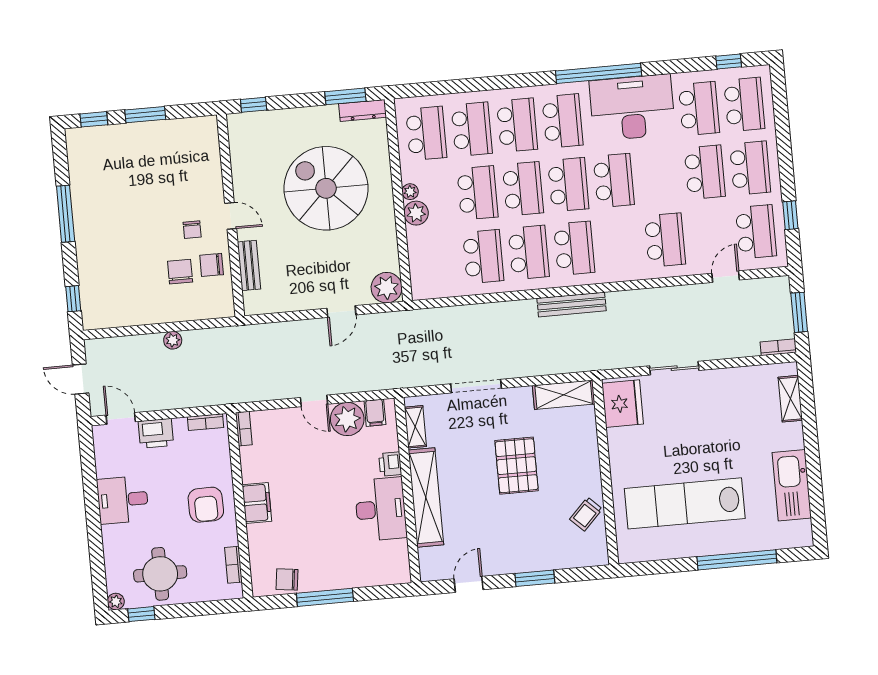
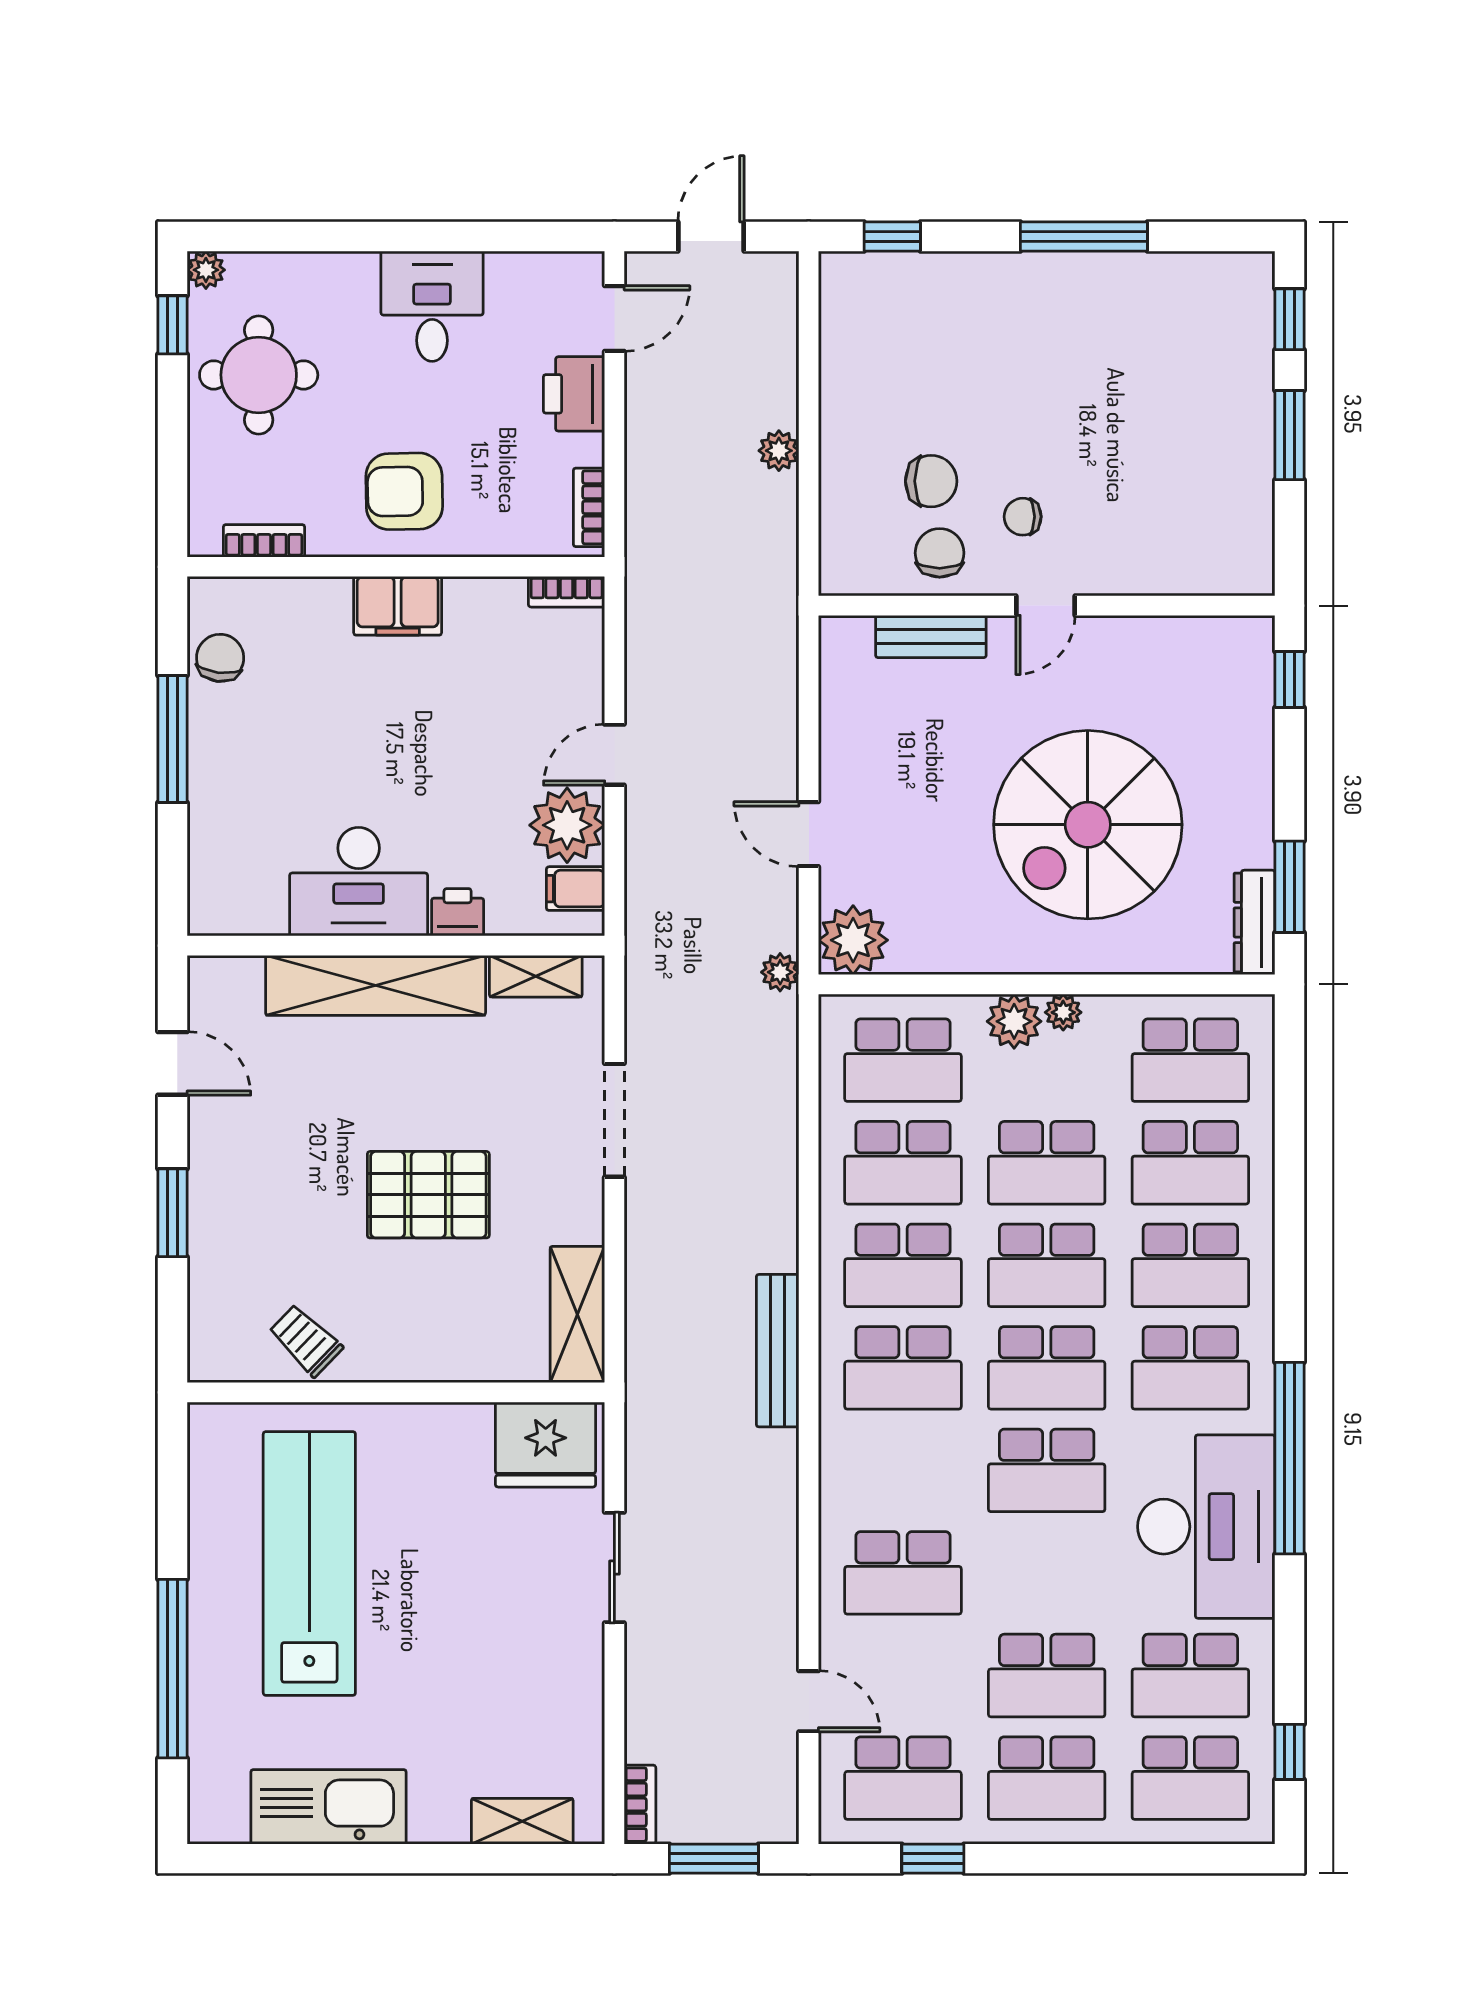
spiral stairs: (326, 188) -> (1088, 825), turned 180
school desk: (438, 261) -> (903, 1060), added
plant: (404, 319) -> (780, 972), added

